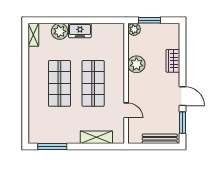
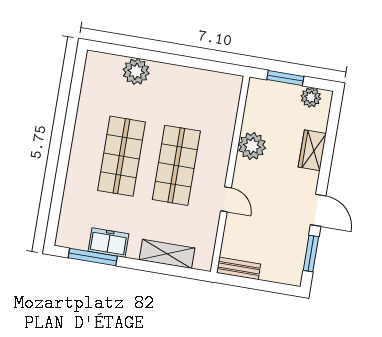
plant: (134, 29) -> (311, 97), moved
freezer: (80, 30) -> (108, 243), moved, turned 180
shelving: (33, 35) -> (92, 70), removed
door: (126, 110) -> (226, 199), moved
bench: (160, 139) -> (239, 268), moved, width x0.73

